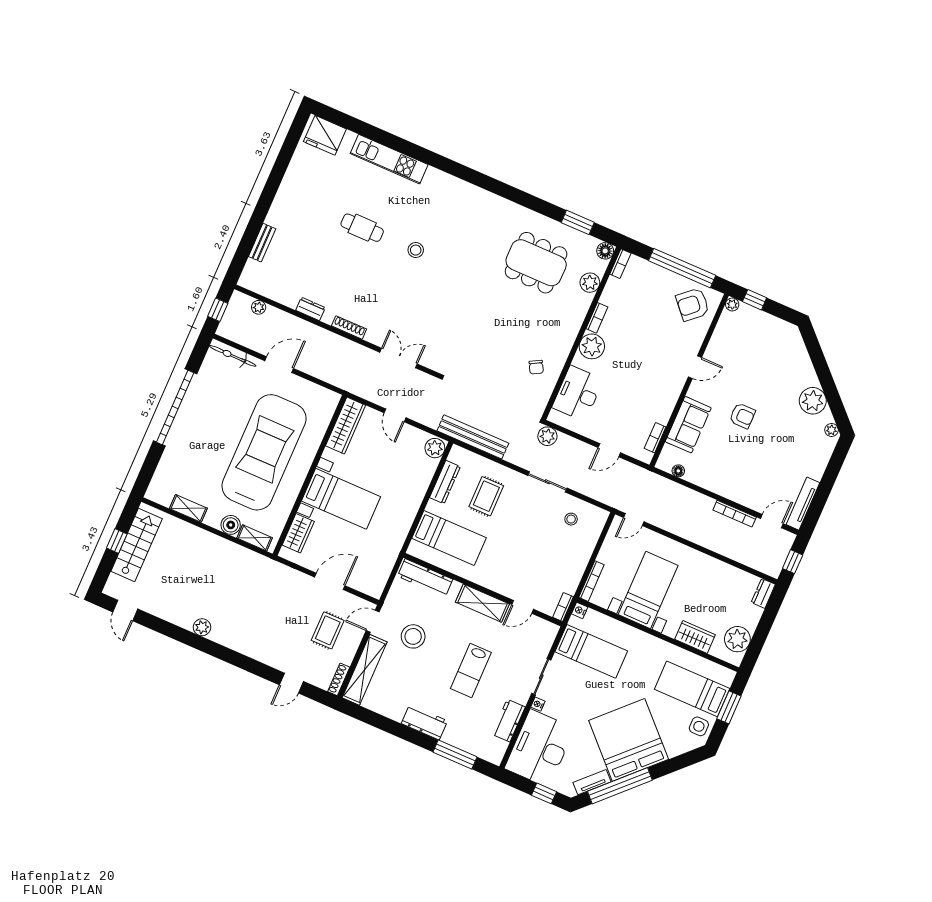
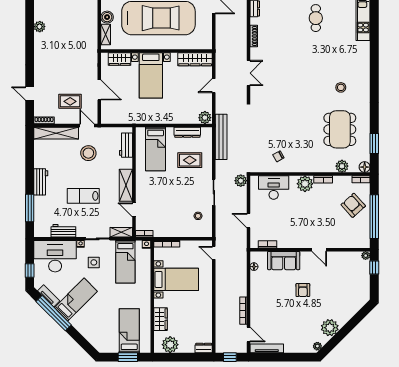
stool: (416, 250) -> (341, 87), moved
armchair: (693, 304) -> (353, 205), moved
workbench: (425, 578) -> (126, 145), width x0.73
shelving: (547, 639) -> (121, 232), added
side table: (699, 726) -> (94, 262), moved
bed: (629, 740) -> (76, 299), width x0.49

